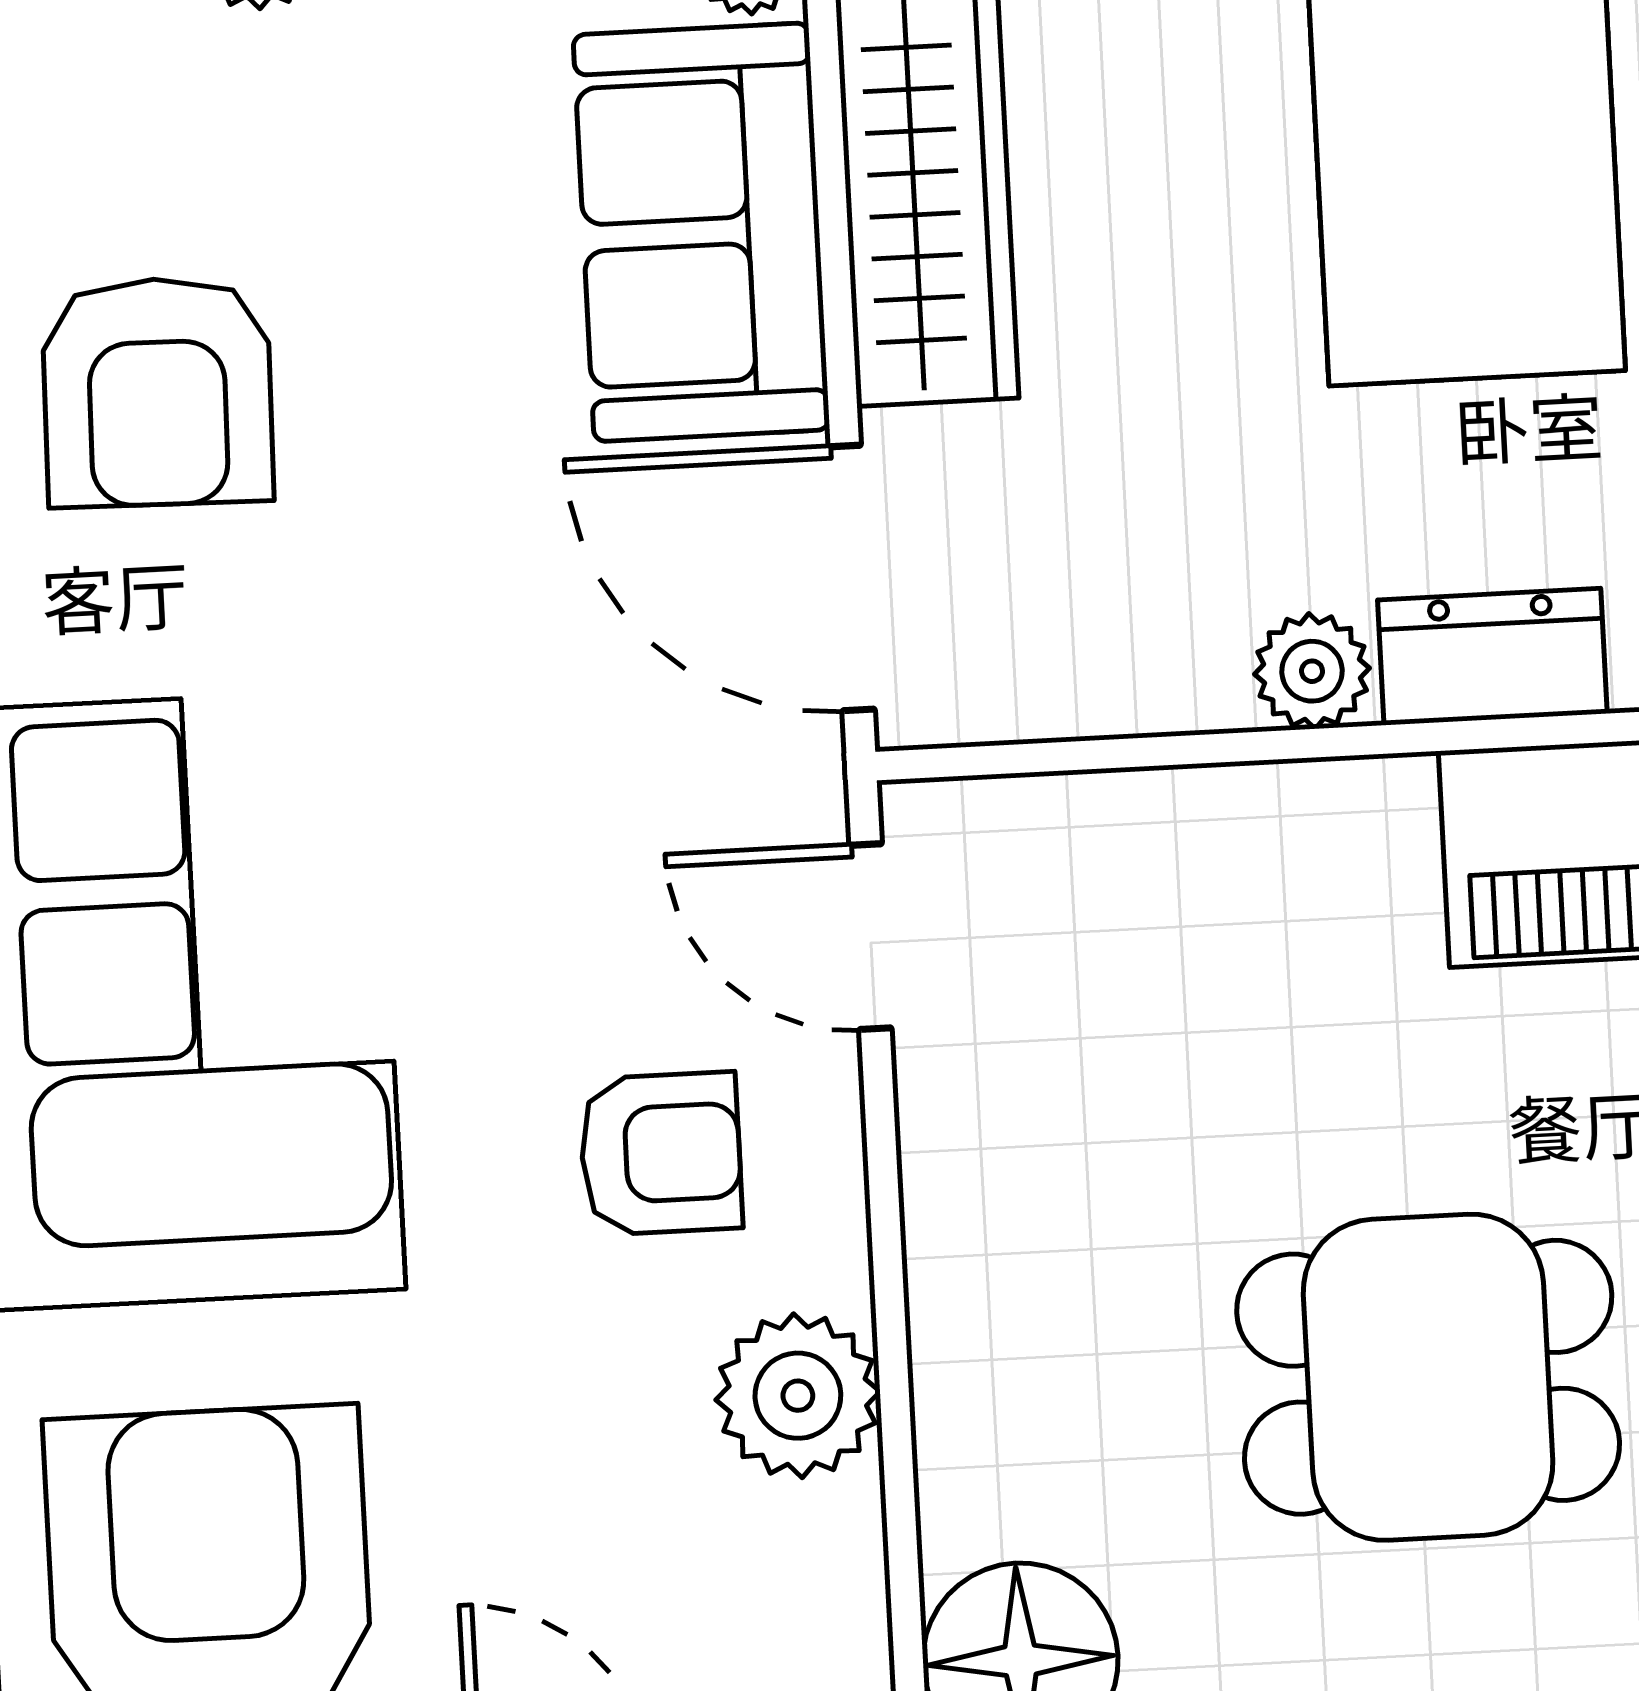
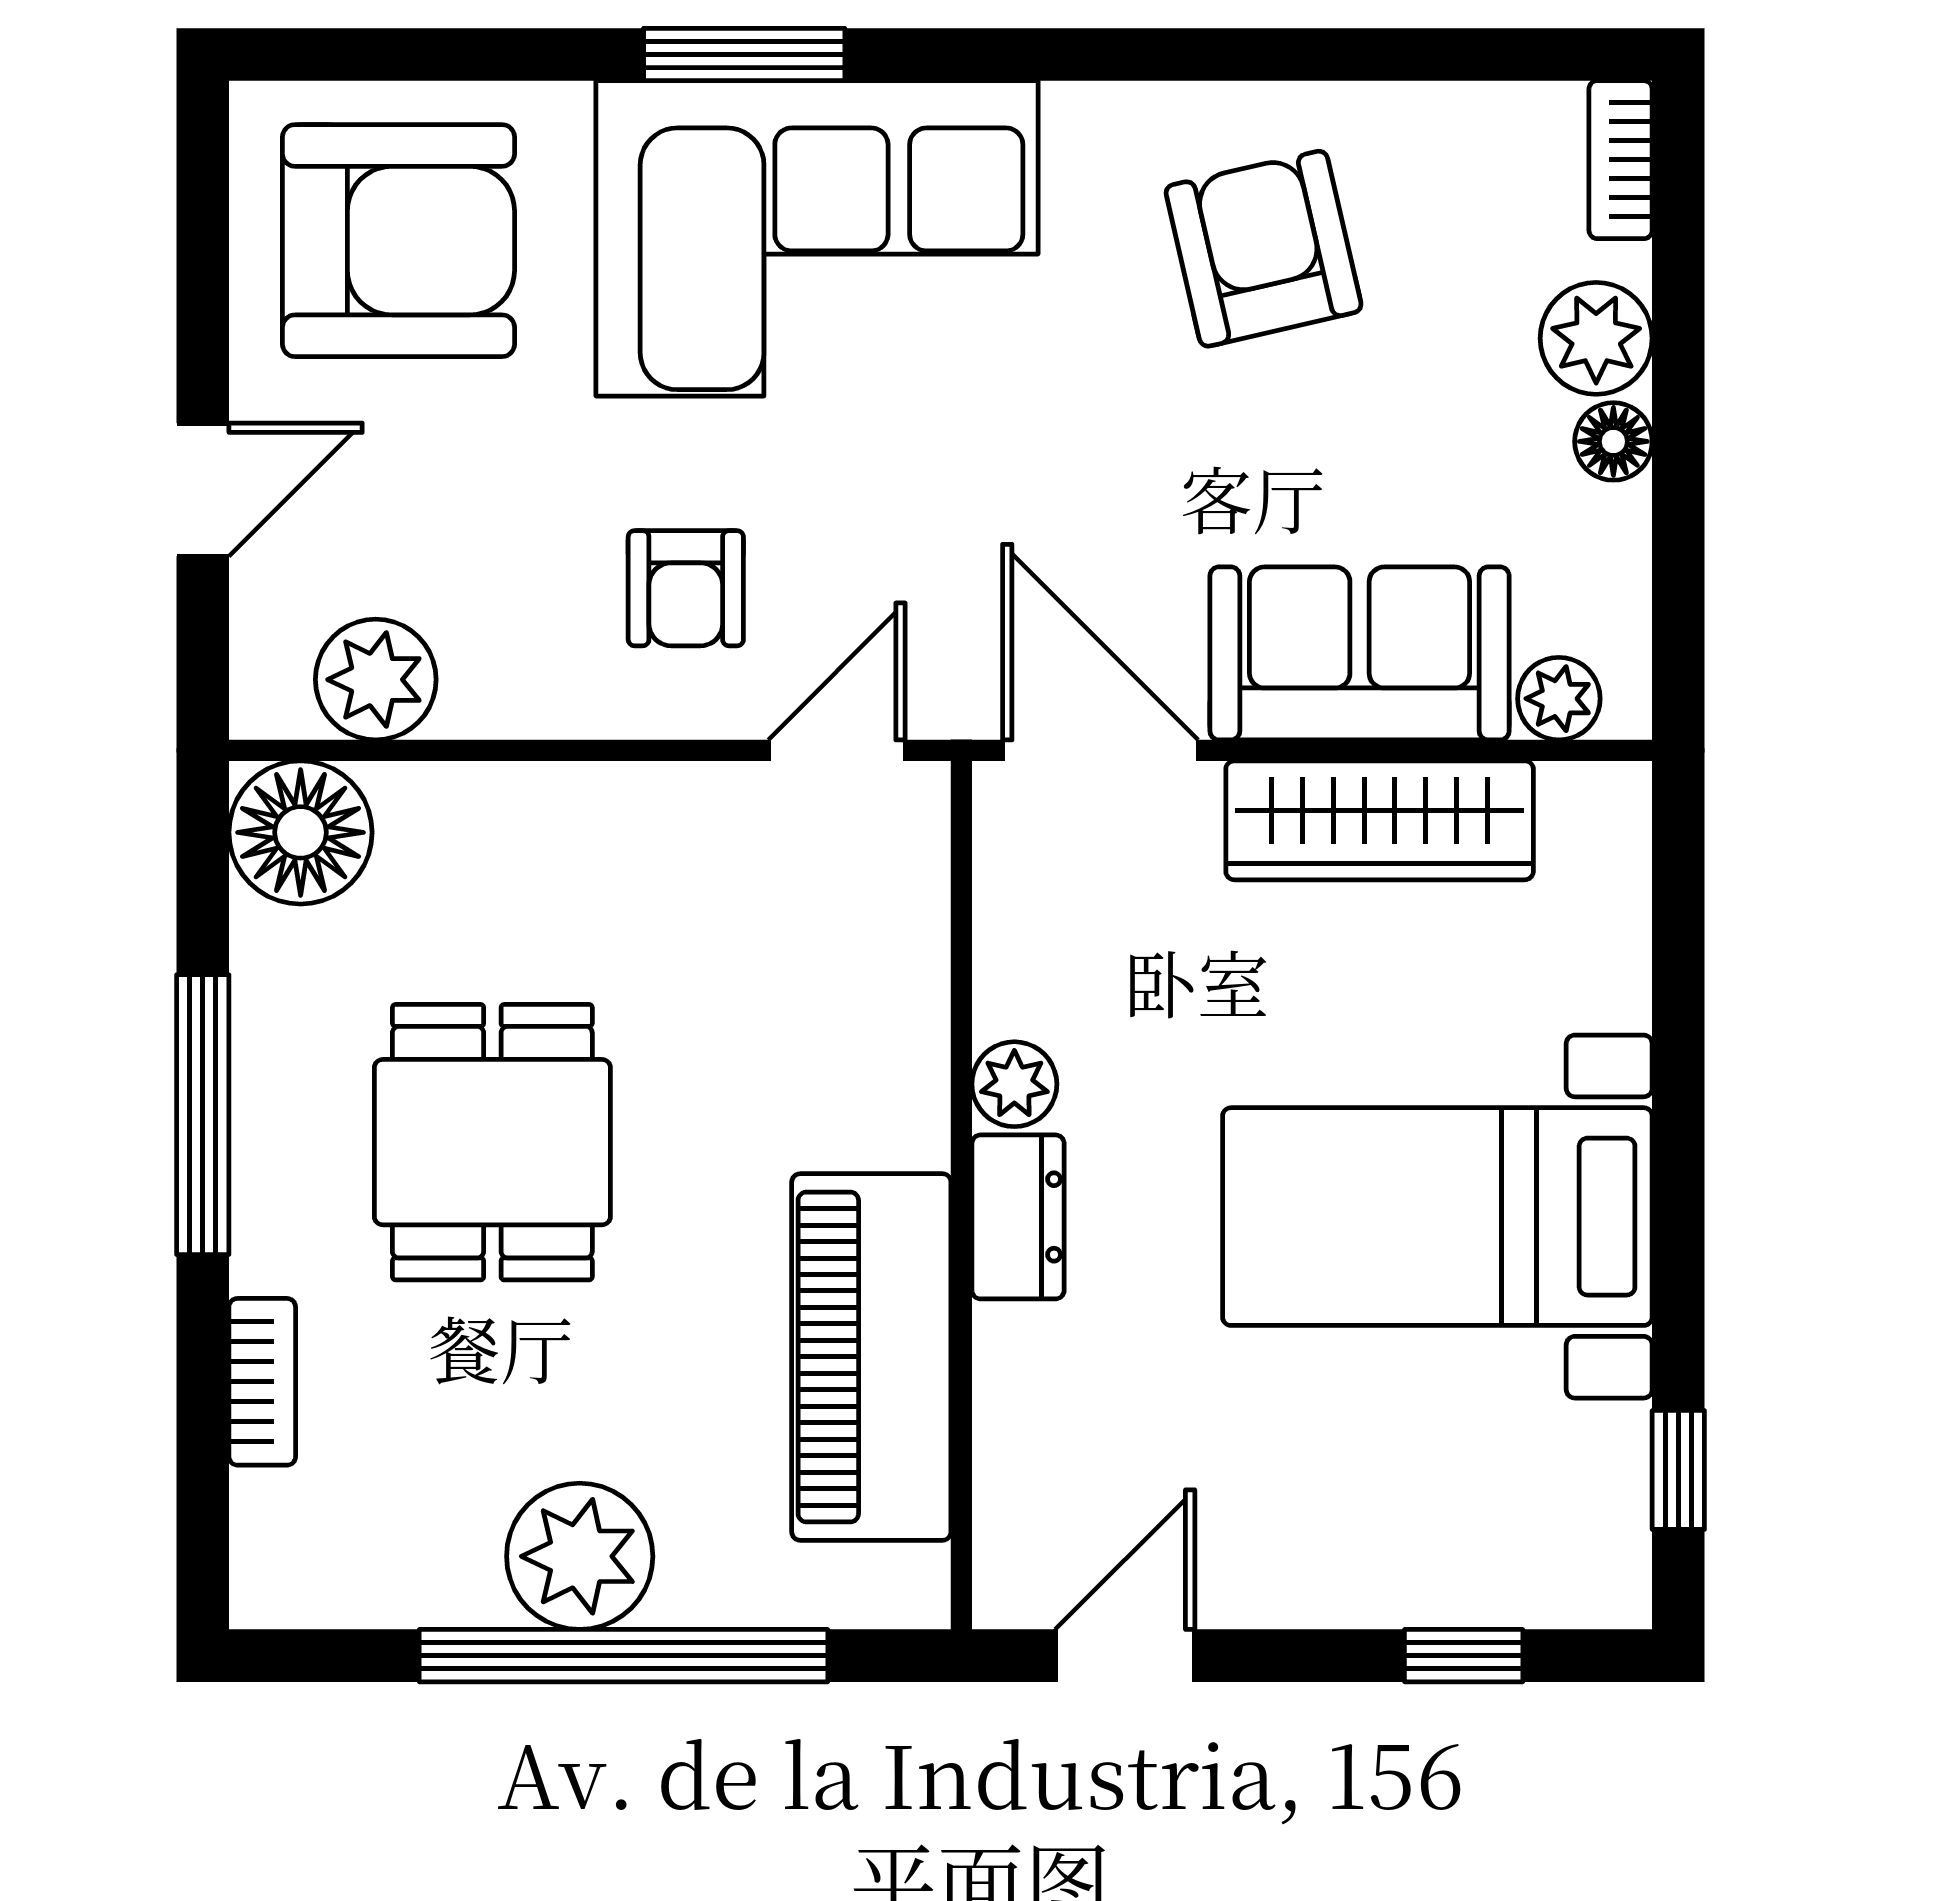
armchair: (158, 392) -> (1264, 249), turned 76
door: (852, 578) -> (1100, 750), hinge flipped
plant: (798, 1396) -> (376, 680), moved

